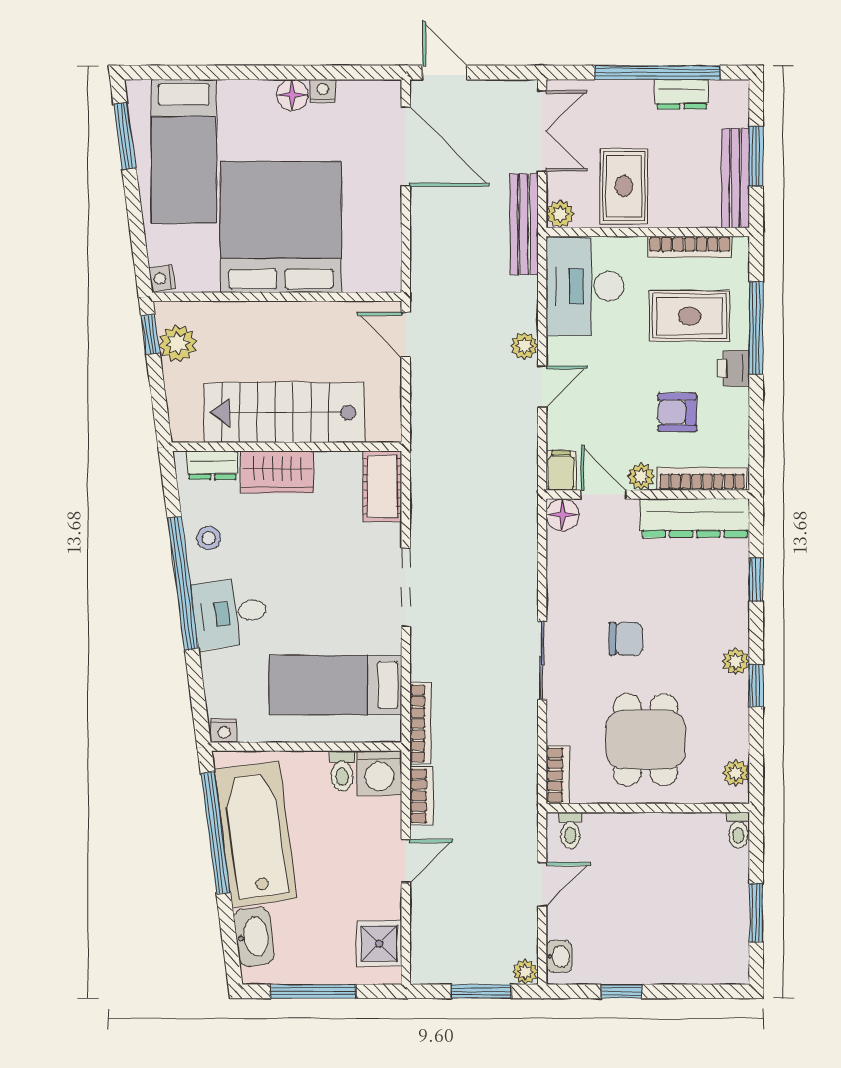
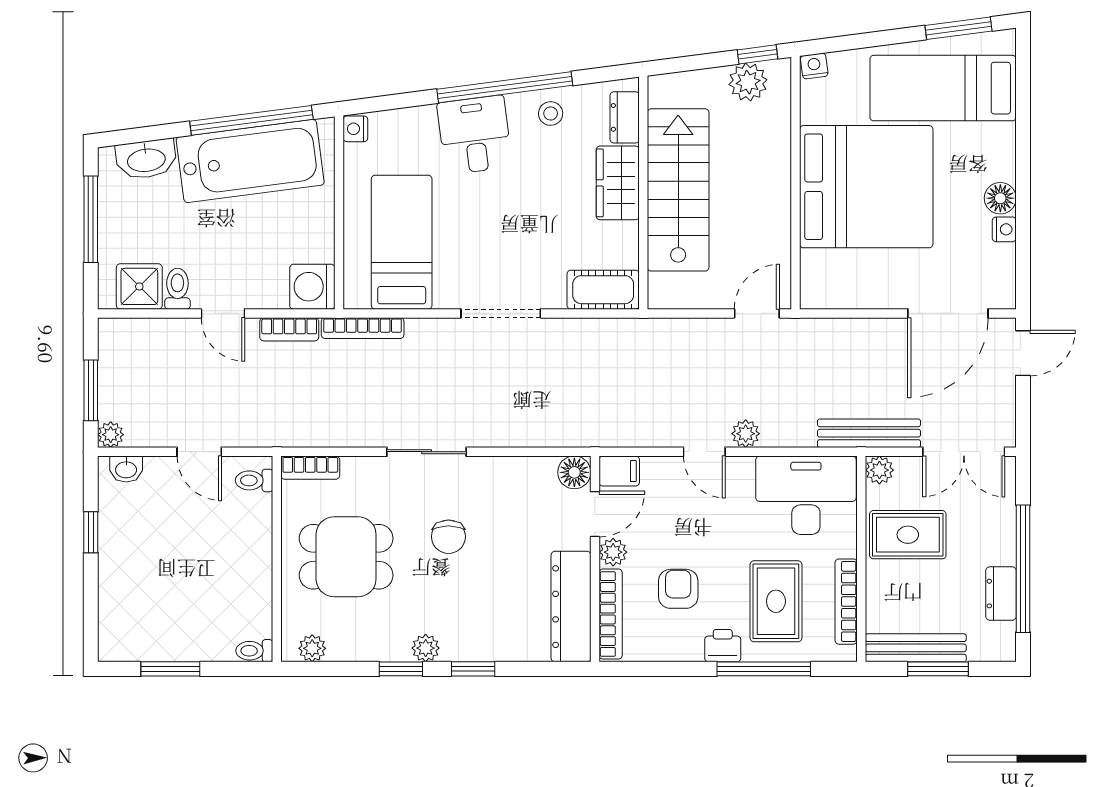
window: (756, 580) -> (473, 669), moved
toilet: (342, 771) -> (177, 289), moved, turned 90

